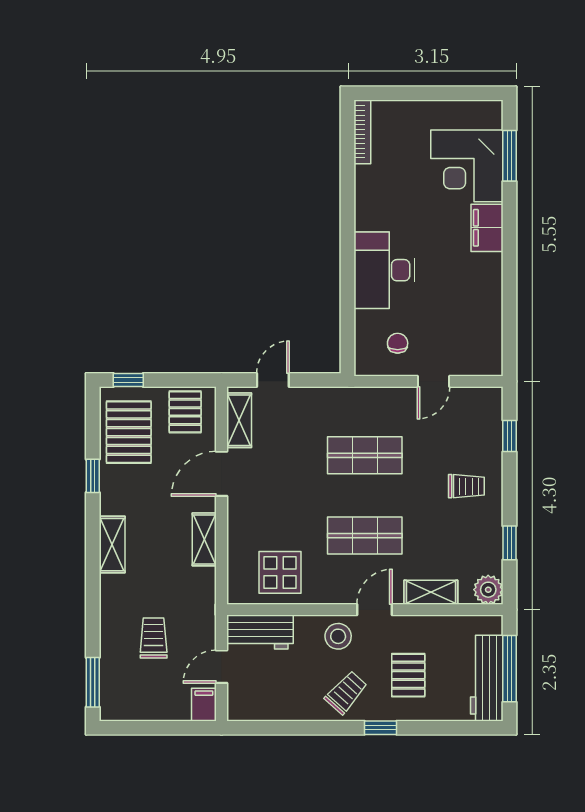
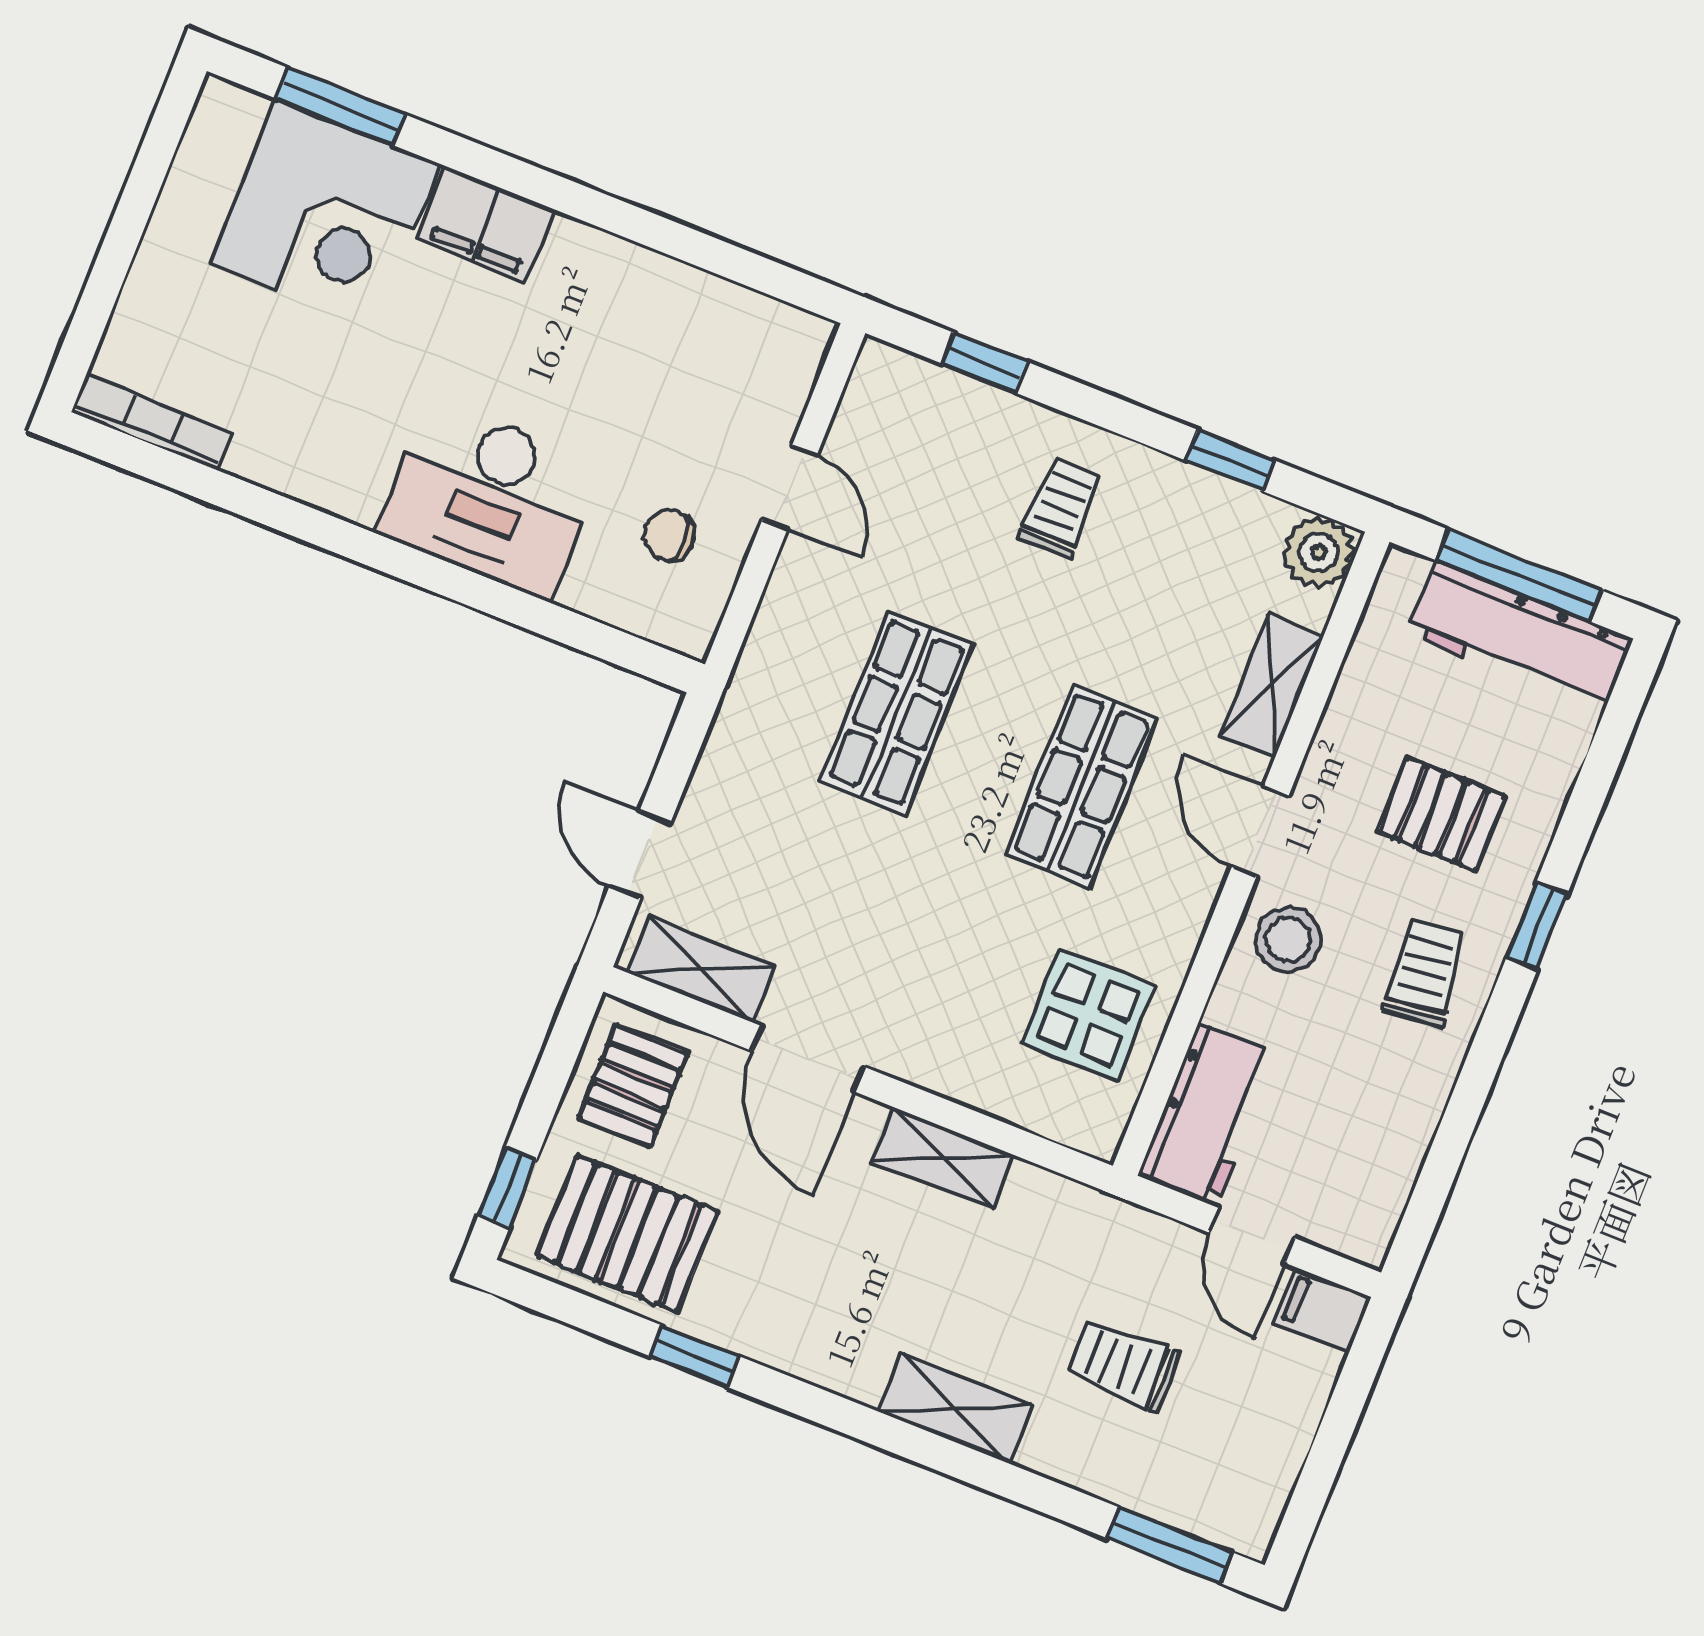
pallet: (185, 412) -> (633, 1086), turned 90
shelving: (112, 545) -> (955, 1408), moved
trolley: (346, 693) -> (1425, 973), turned 41

